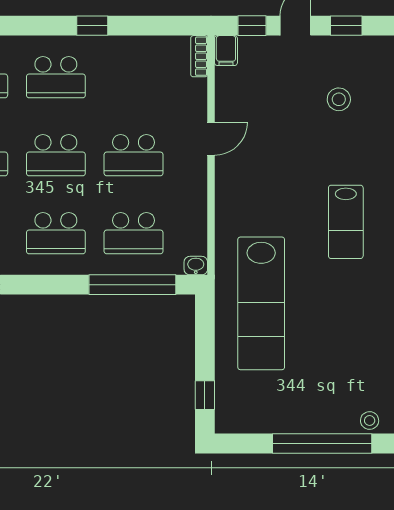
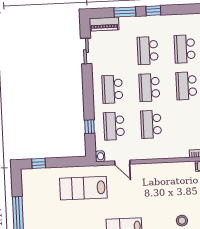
door: (211, 139) -> (122, 163), moved
window: (132, 285) -> (90, 127), width x0.32
lab bench: (261, 303) -> (83, 188), width x0.73

